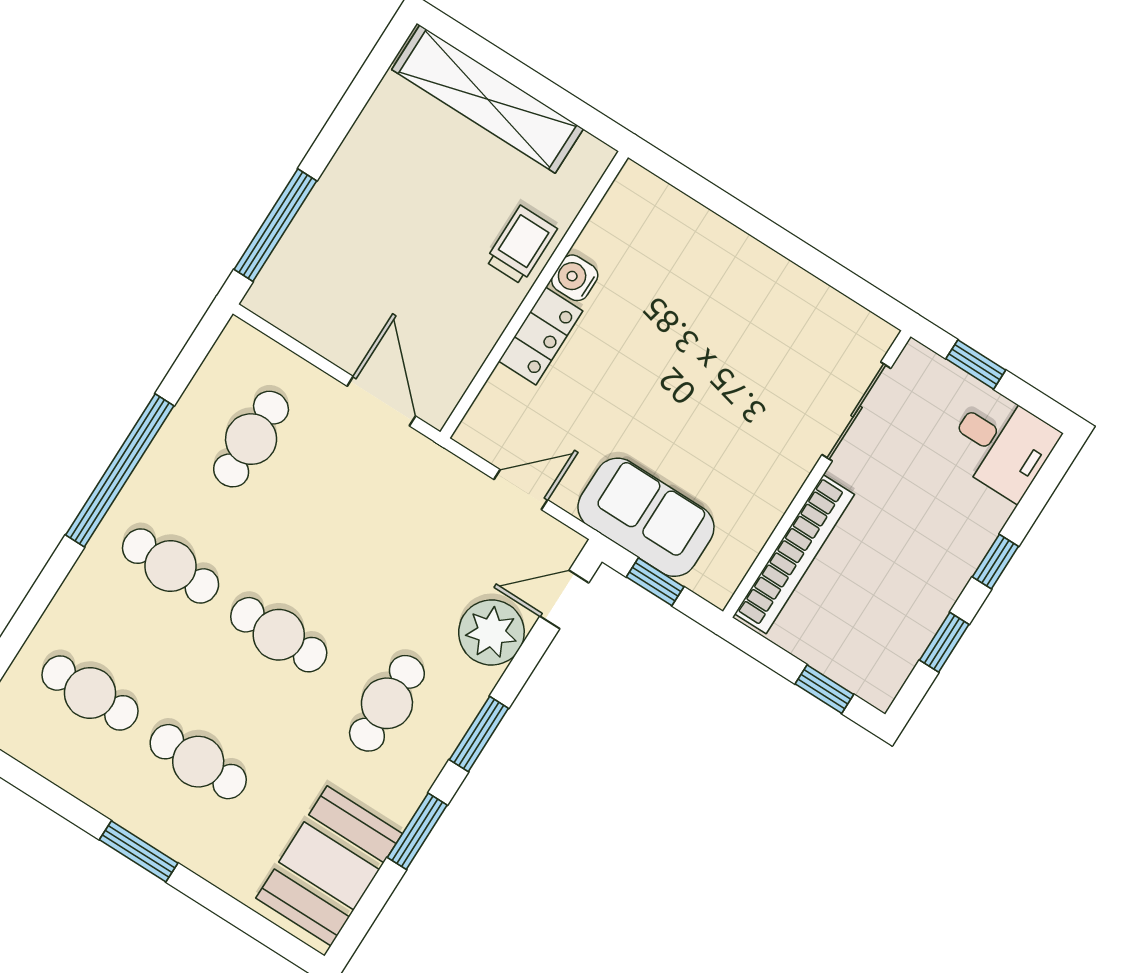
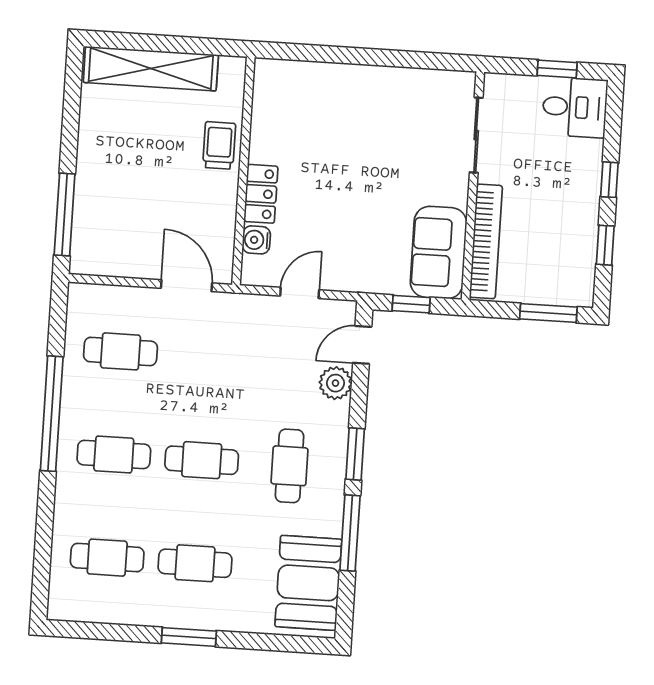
water cooler: (575, 278) -> (256, 240), moved
window: (976, 364) -> (557, 69), moved
cafe table: (251, 439) -> (120, 351), turned 90
sofa: (646, 517) -> (438, 253), moved, turned -90
plant: (491, 632) -> (335, 383), width x0.73, depth x0.73
window: (824, 689) -> (548, 313), width x1.50
window: (417, 831) -> (350, 533), width x1.44

